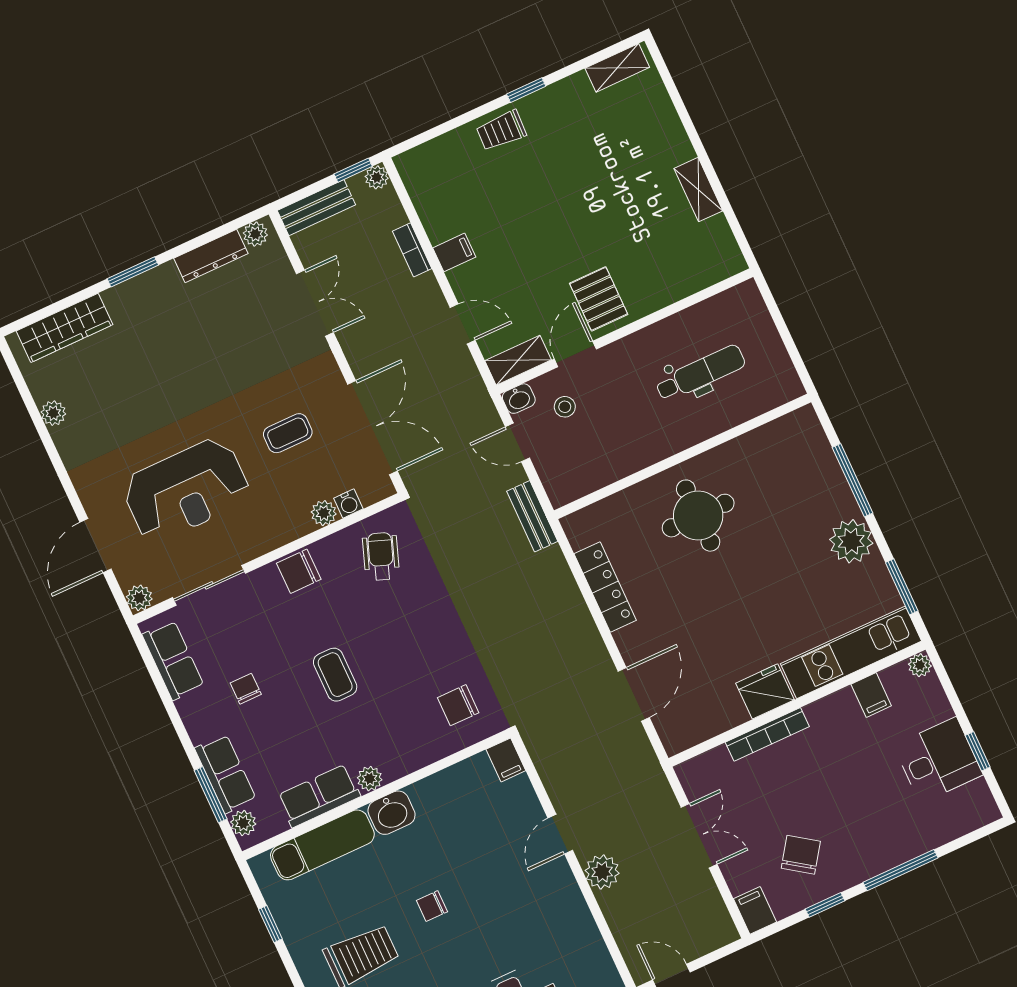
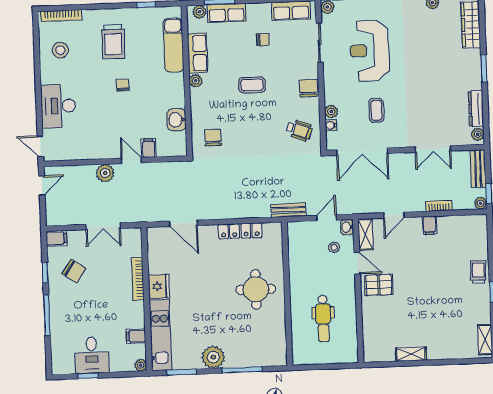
filing cabinet: (506, 760) -> (149, 148), moved, turned 90
washbasin: (392, 813) -> (176, 120), moved

